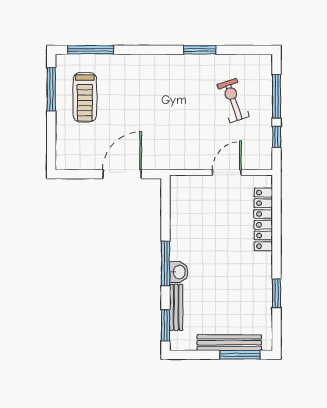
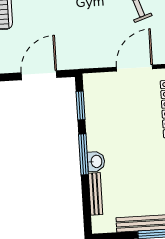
door: (227, 172) -> (134, 68), width x1.36
window: (166, 325) -> (81, 105), moved

